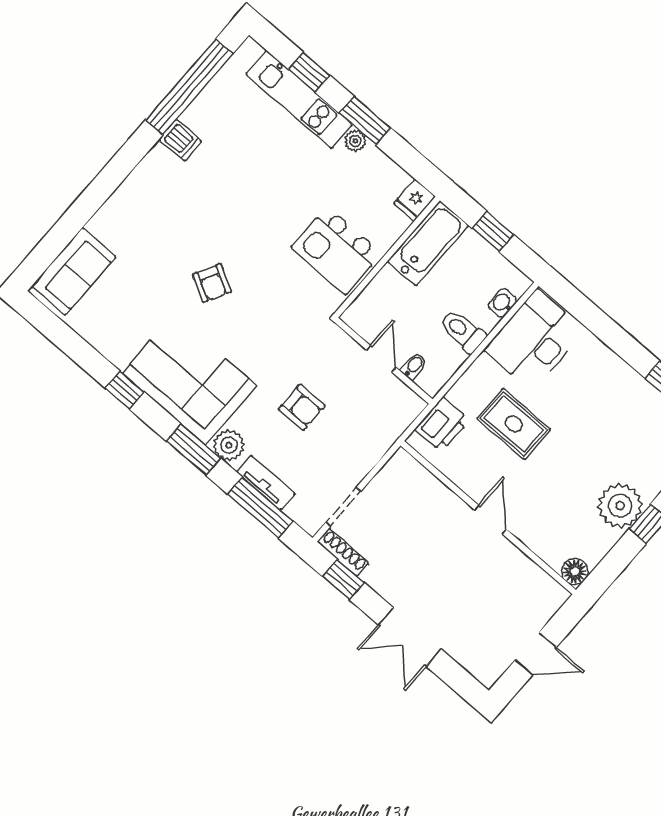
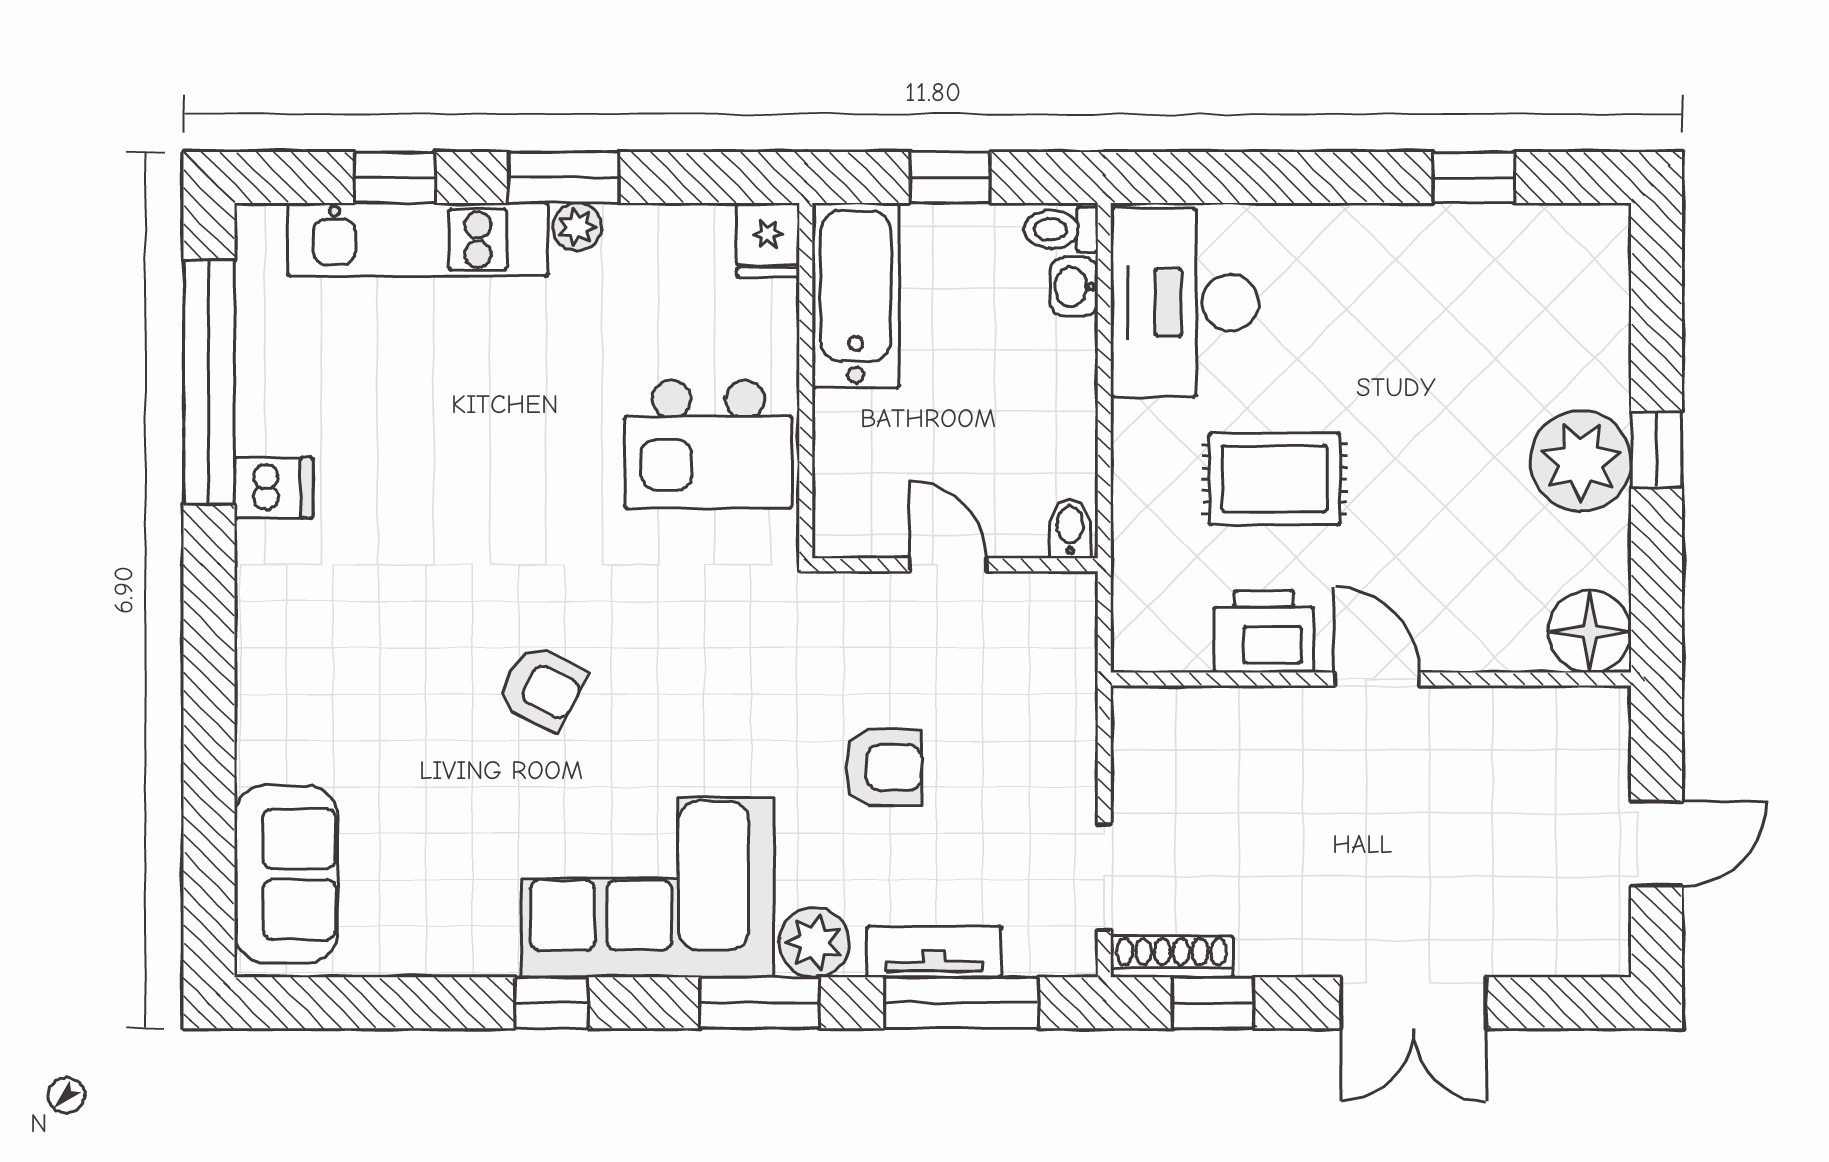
toilet: (462, 331) -> (1061, 229), moved, width x0.73, depth x0.72
bidet: (414, 366) -> (1070, 529), moved
printer: (442, 425) -> (1264, 632), moved, turned -90
floor lamp: (575, 572) -> (1590, 631), width x1.38, depth x1.38

